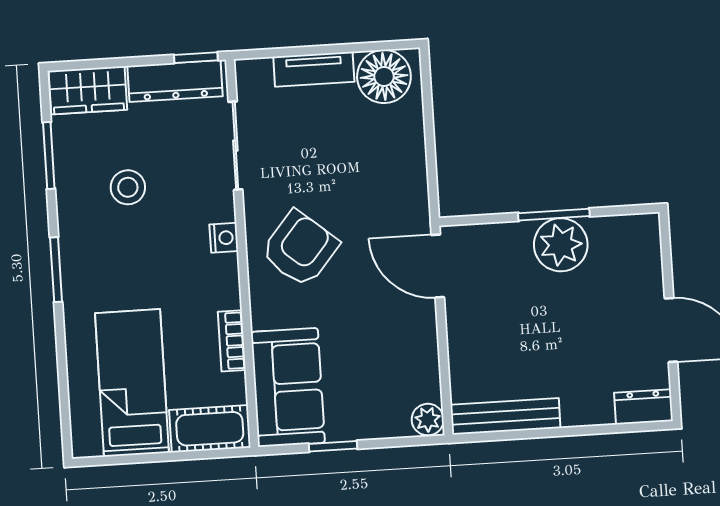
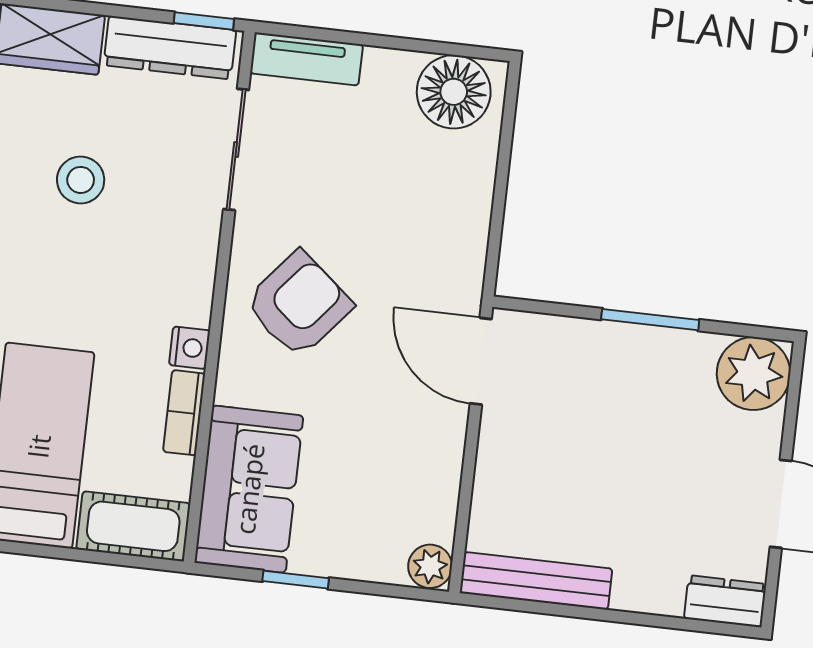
tv unit: (314, 69) -> (306, 59), moved
nightstand: (224, 238) -> (190, 348), moved
plant: (561, 245) -> (753, 374), moved

